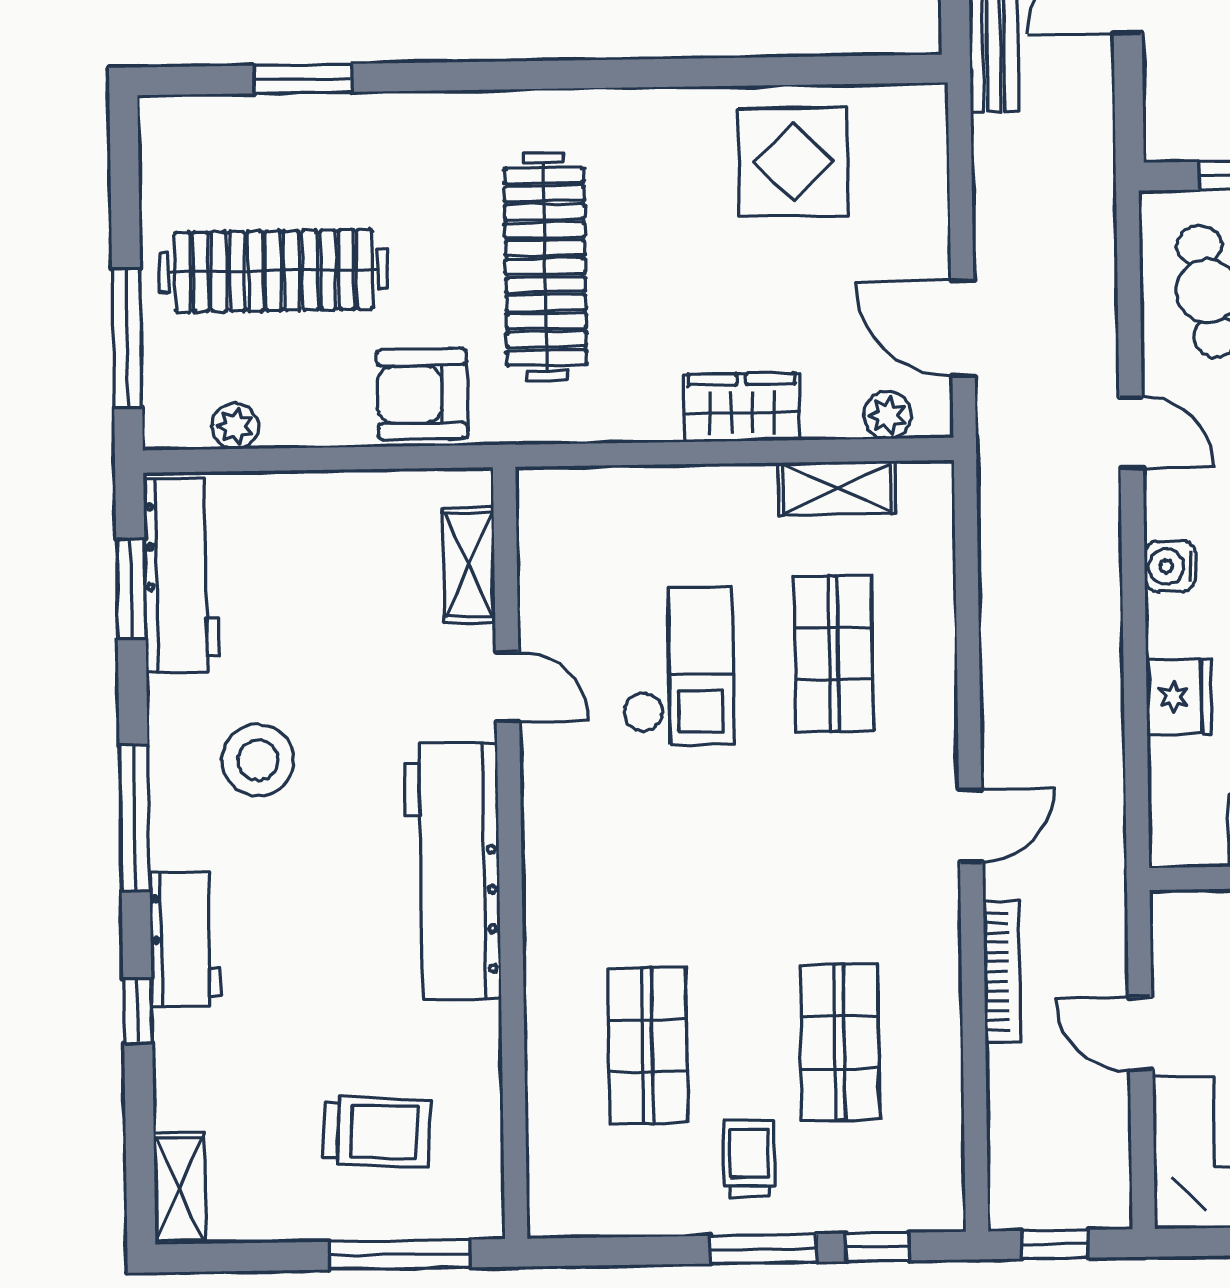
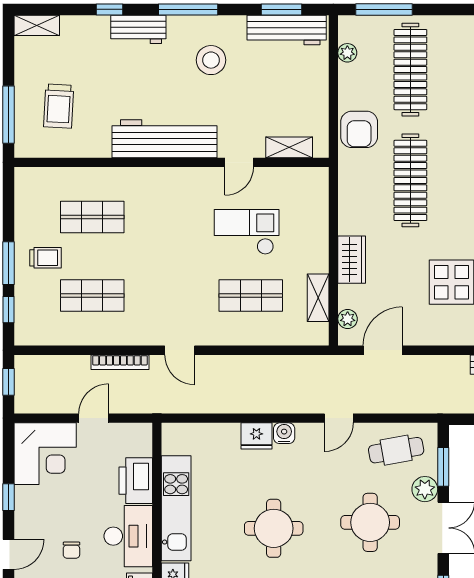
clothes rail: (545, 266) -> (410, 180), turned 90
armchair: (422, 394) -> (359, 129), turned 180
checkout: (678, 666) -> (247, 232), turned 180
fridge: (1179, 697) -> (256, 436), moved

